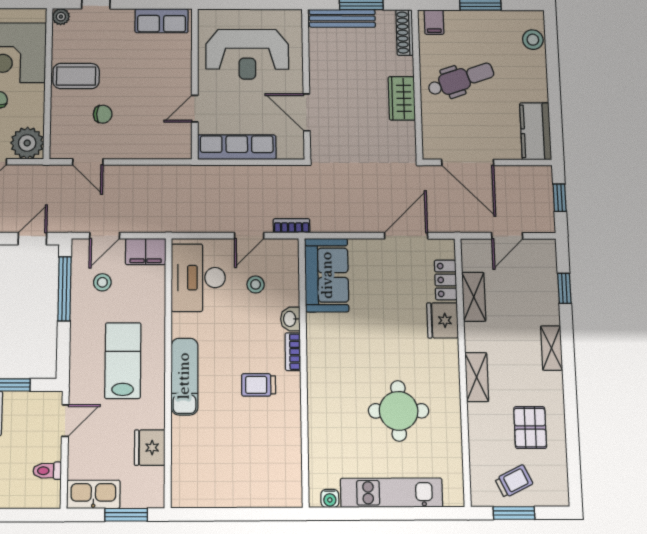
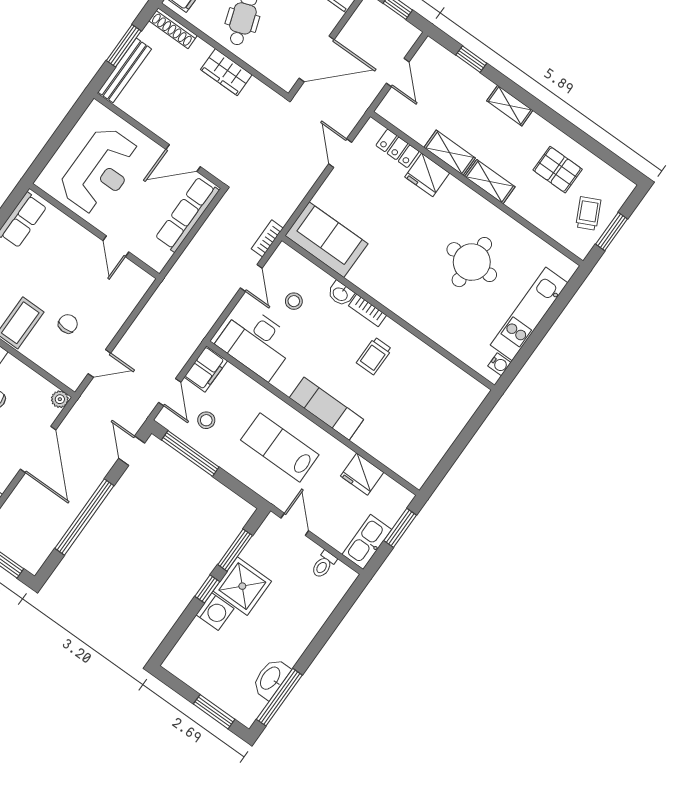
plant: (27, 143) -> (60, 399), width x0.53, depth x0.53
row of seats: (237, 147) -> (187, 214), moved
door: (406, 236) -> (340, 153), width x0.73
shelving: (474, 297) -> (450, 153), moved

